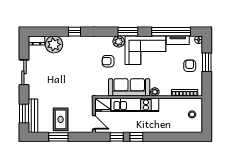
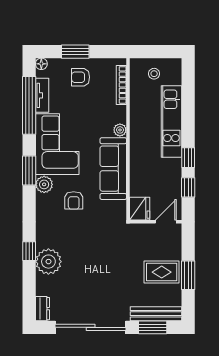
plant: (54, 44) -> (48, 262), moved
sliding door: (24, 72) -> (91, 327), width x1.86
kitchen unit: (135, 105) -> (171, 122), moved, turned 180

